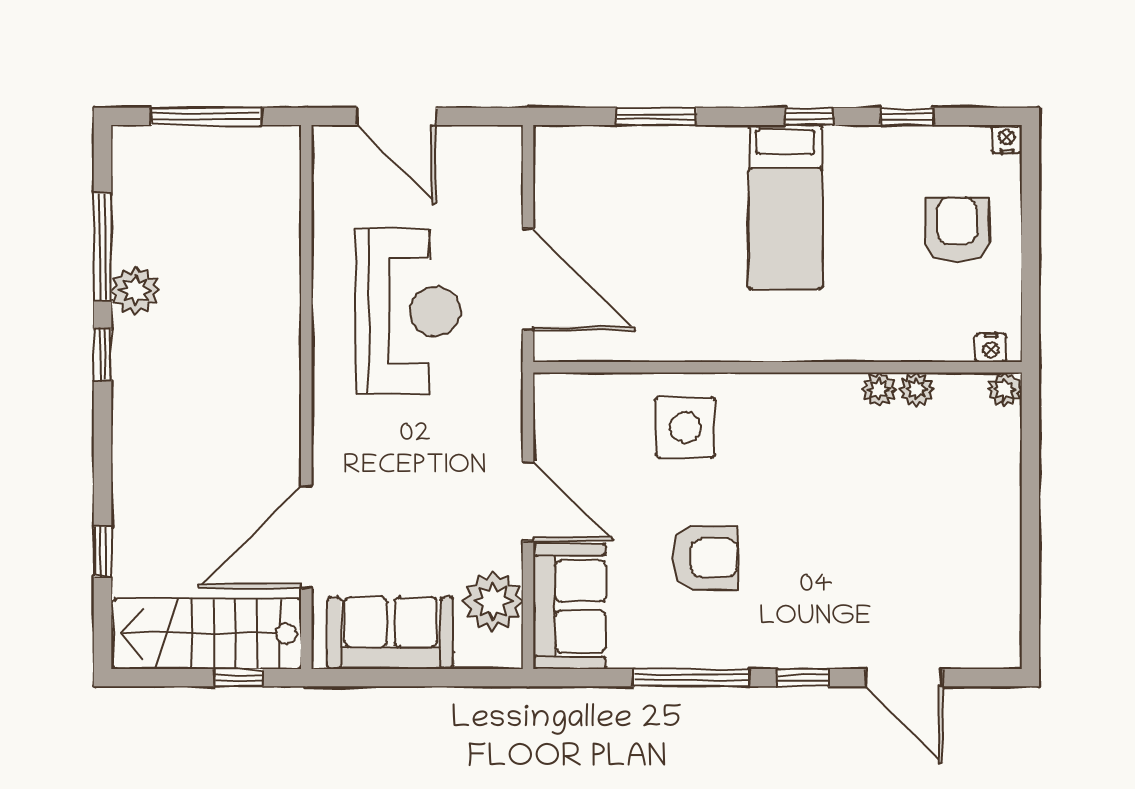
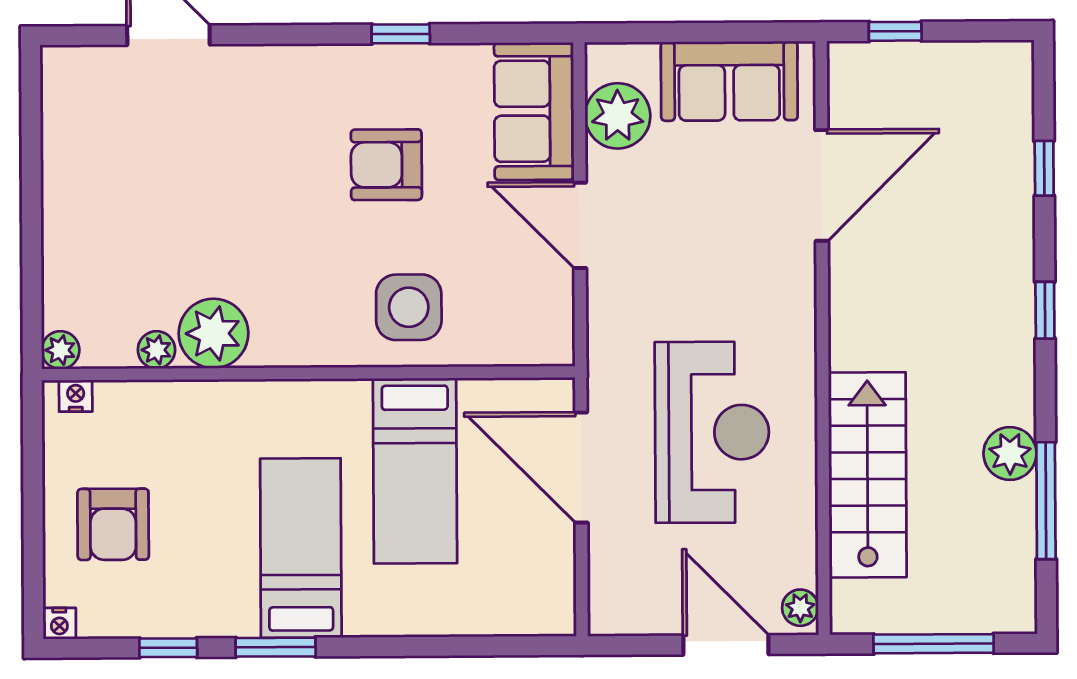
window: (656, 116) -> (443, 646), removed
window: (809, 116) -> (276, 647), width x1.50
plant: (328, 150) -> (800, 608), added
bed: (680, 277) -> (415, 471), added
reception desk: (408, 311) -> (712, 432), turned 180
window: (103, 355) -> (1045, 310), moved
plant: (879, 389) -> (214, 333), width x1.87, depth x1.87
stairs: (207, 634) -> (868, 475), moved, turned -90
window: (691, 678) -> (401, 34), width x0.46
window: (803, 678) -> (279, 35), removed

